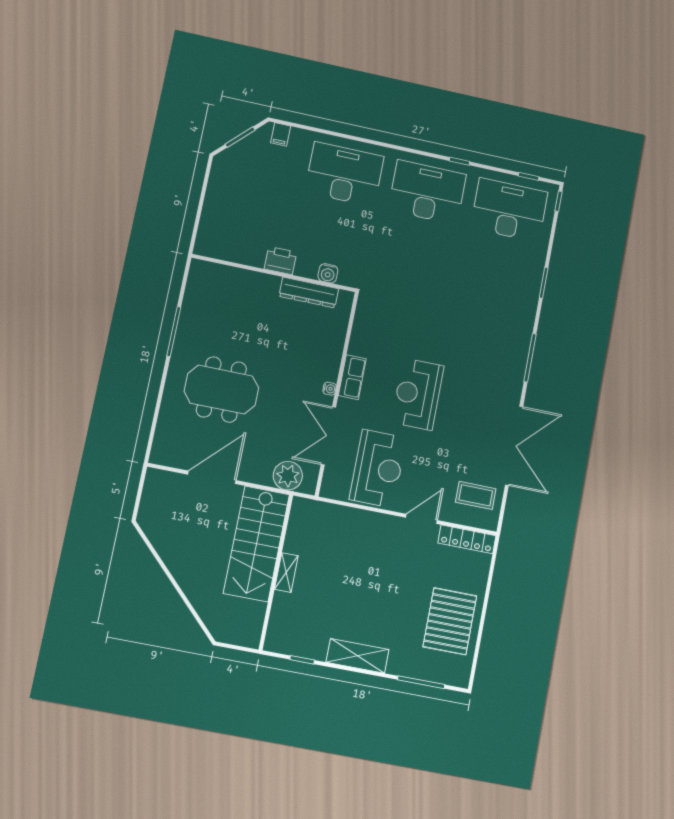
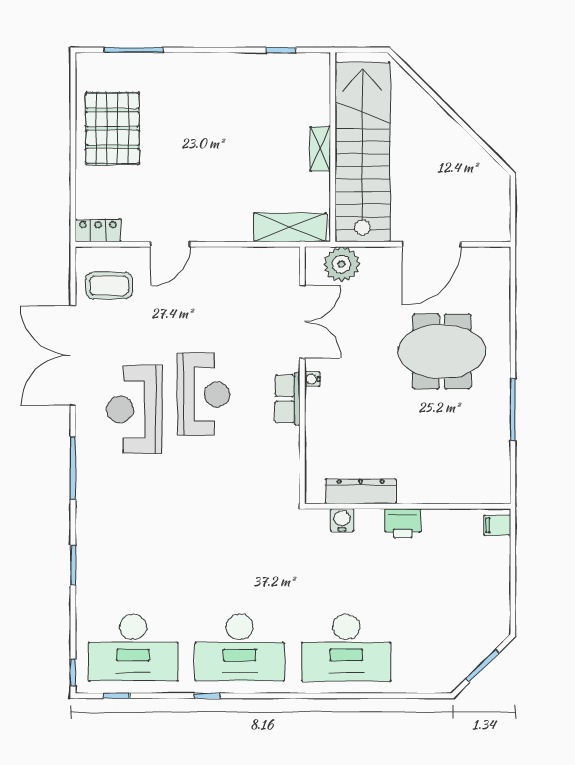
filing cabinet: (281, 134) -> (497, 525), moved, turned -90
reception desk: (378, 469) -> (135, 409), moved
locker: (467, 539) -> (98, 230), width x0.66
stairs: (256, 544) -> (363, 152), width x1.36
shelving: (357, 656) -> (290, 227), moved

